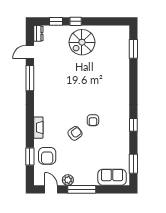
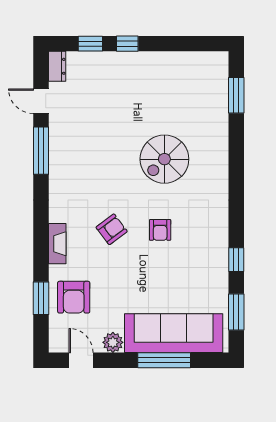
spiral stairs: (82, 42) -> (164, 159), moved
door: (30, 52) -> (41, 101), hinge flipped
window: (133, 125) -> (236, 260), moved
armchair: (75, 133) -> (112, 229), moved
sofa: (112, 177) -> (174, 333), width x1.85, depth x1.27
window: (82, 189) -> (164, 360), moved

